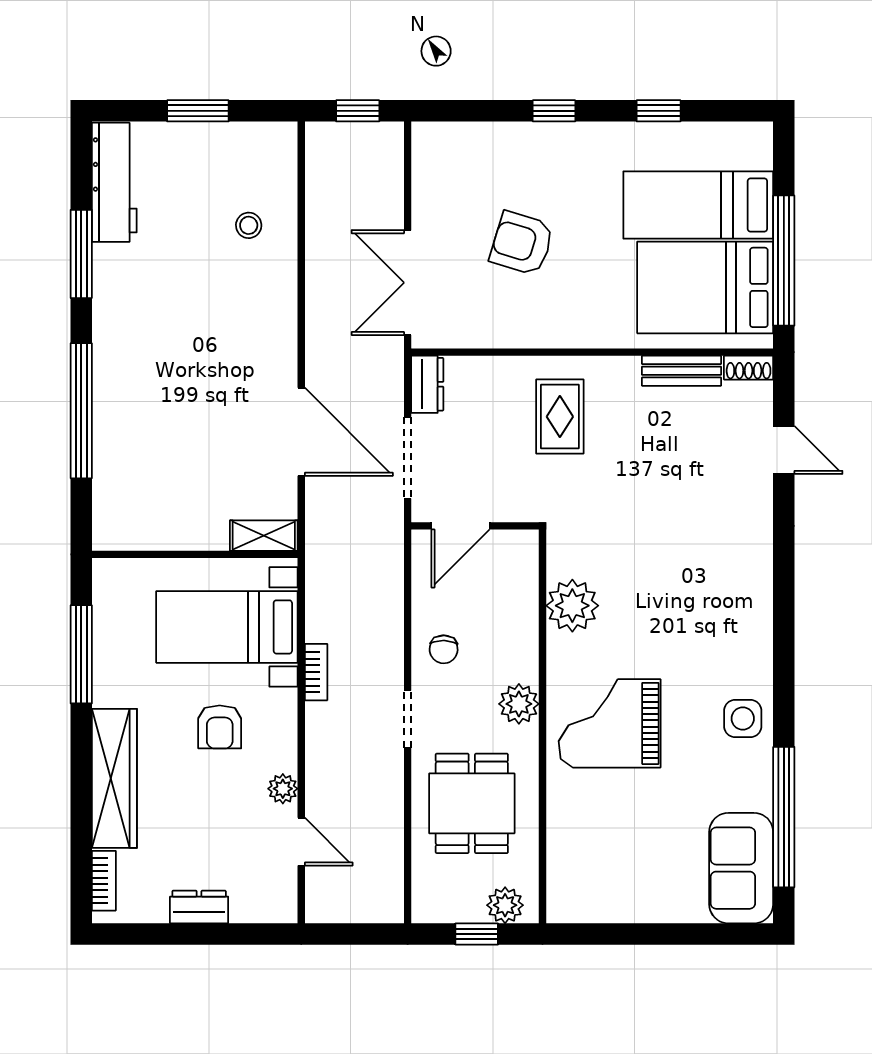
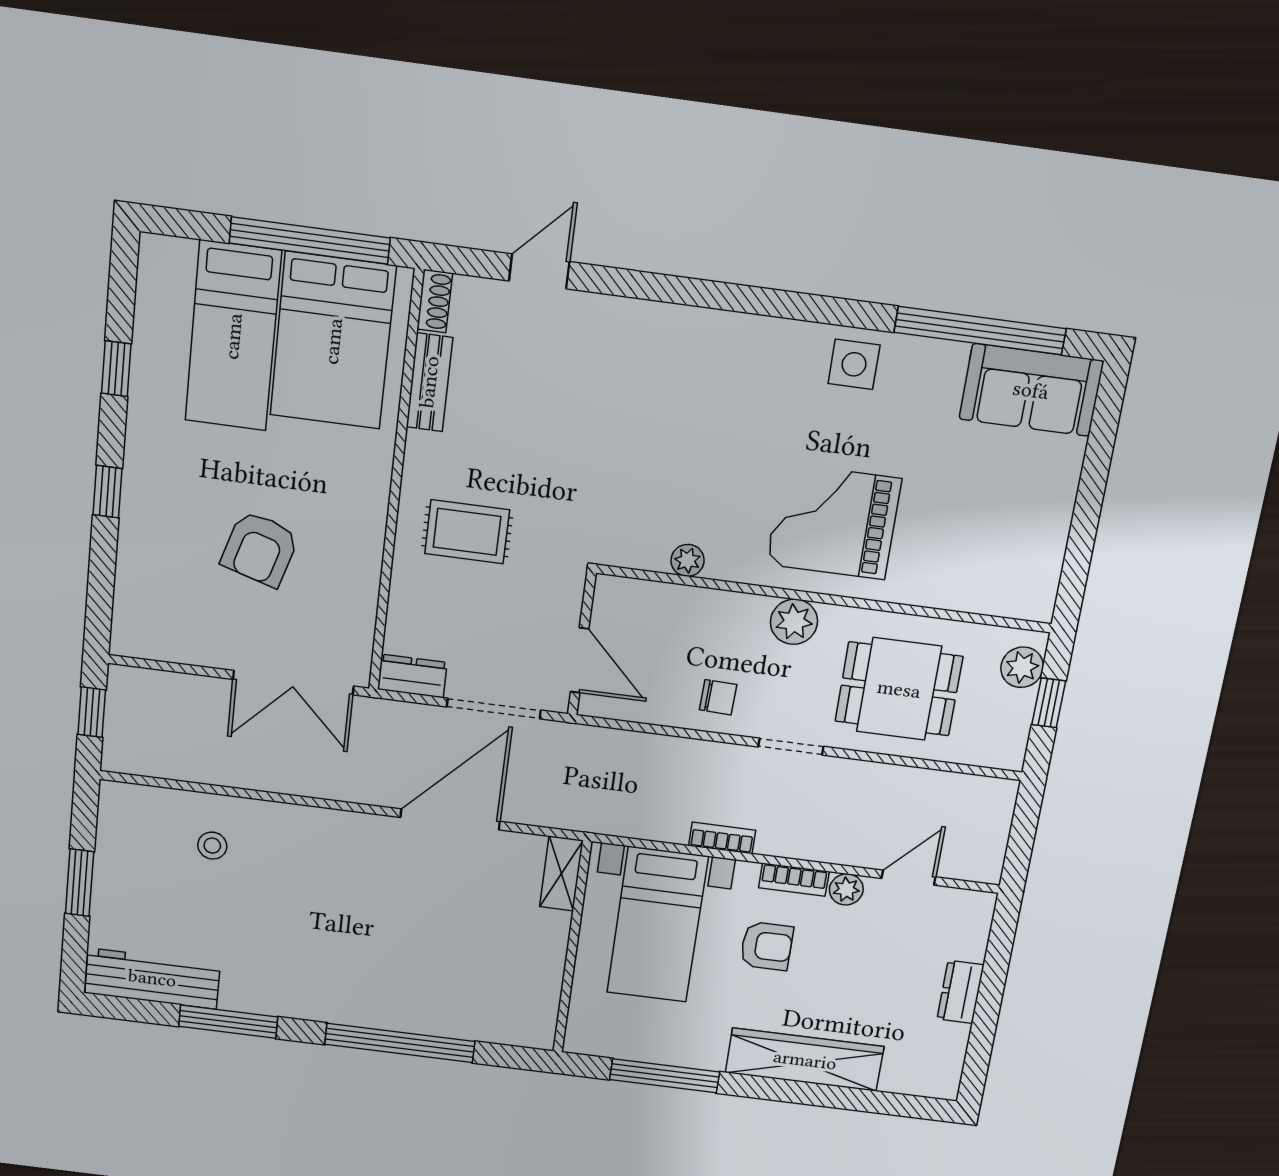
plant: (572, 606) -> (688, 560), width x0.53, depth x0.53
grand piano: (610, 723) -> (834, 522), turned 90
bookcase: (104, 881) -> (794, 880), moved, turned 180

